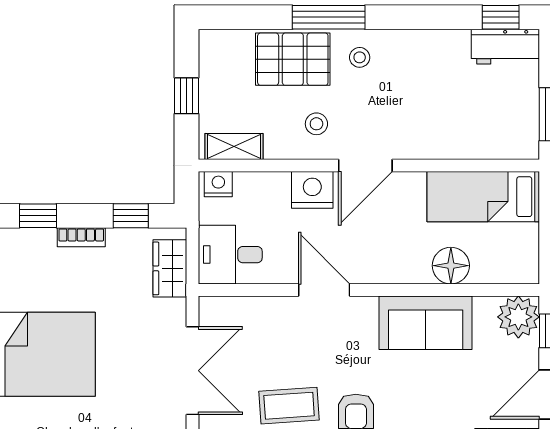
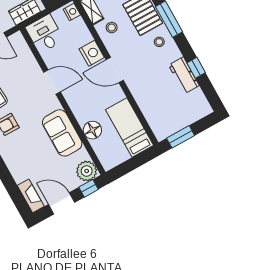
window: (501, 17) -> (196, 68), moved
workbench: (505, 47) -> (184, 75), moved
stool: (316, 124) -> (112, 28), moved
door: (324, 290) -> (52, 82), hinge flipped

